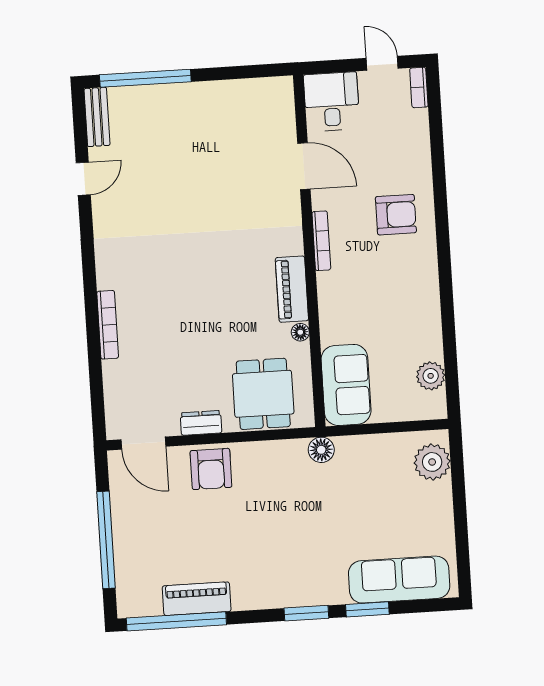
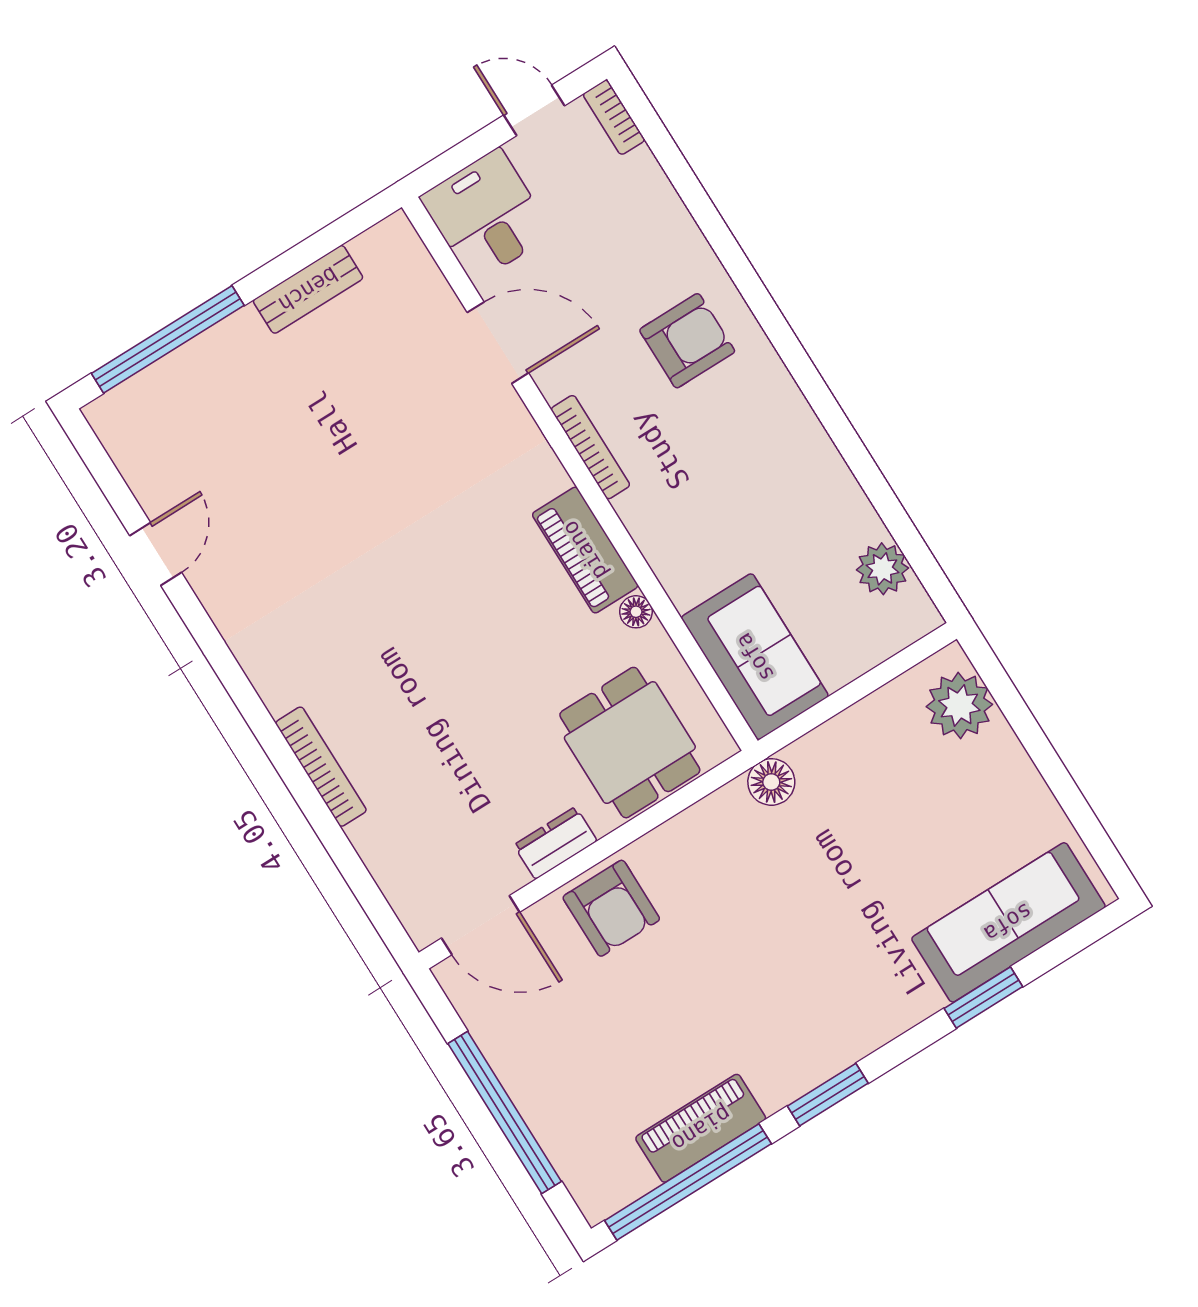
bench: (97, 117) -> (308, 289), moved, turned 90
window: (306, 613) -> (828, 1095), moved

